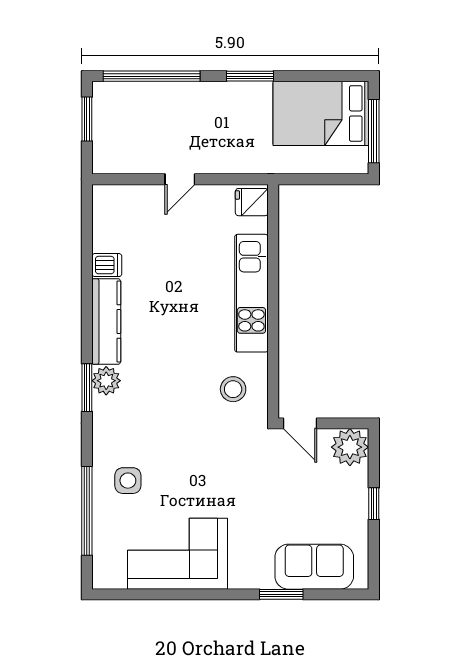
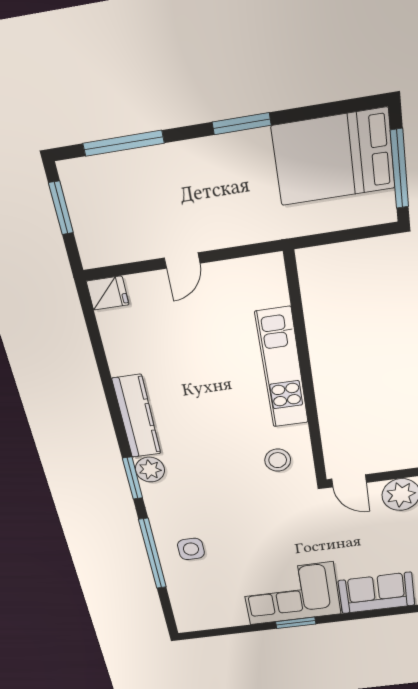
window: (152, 76) -> (123, 143), width x0.68
fridge: (252, 202) -> (108, 293), moved, turned 180
dishwasher: (107, 265) -> (124, 362), removed
window: (87, 511) -> (153, 554), moved
corner sofa: (177, 554) -> (291, 594), moved
window: (281, 594) -> (296, 623), moved

